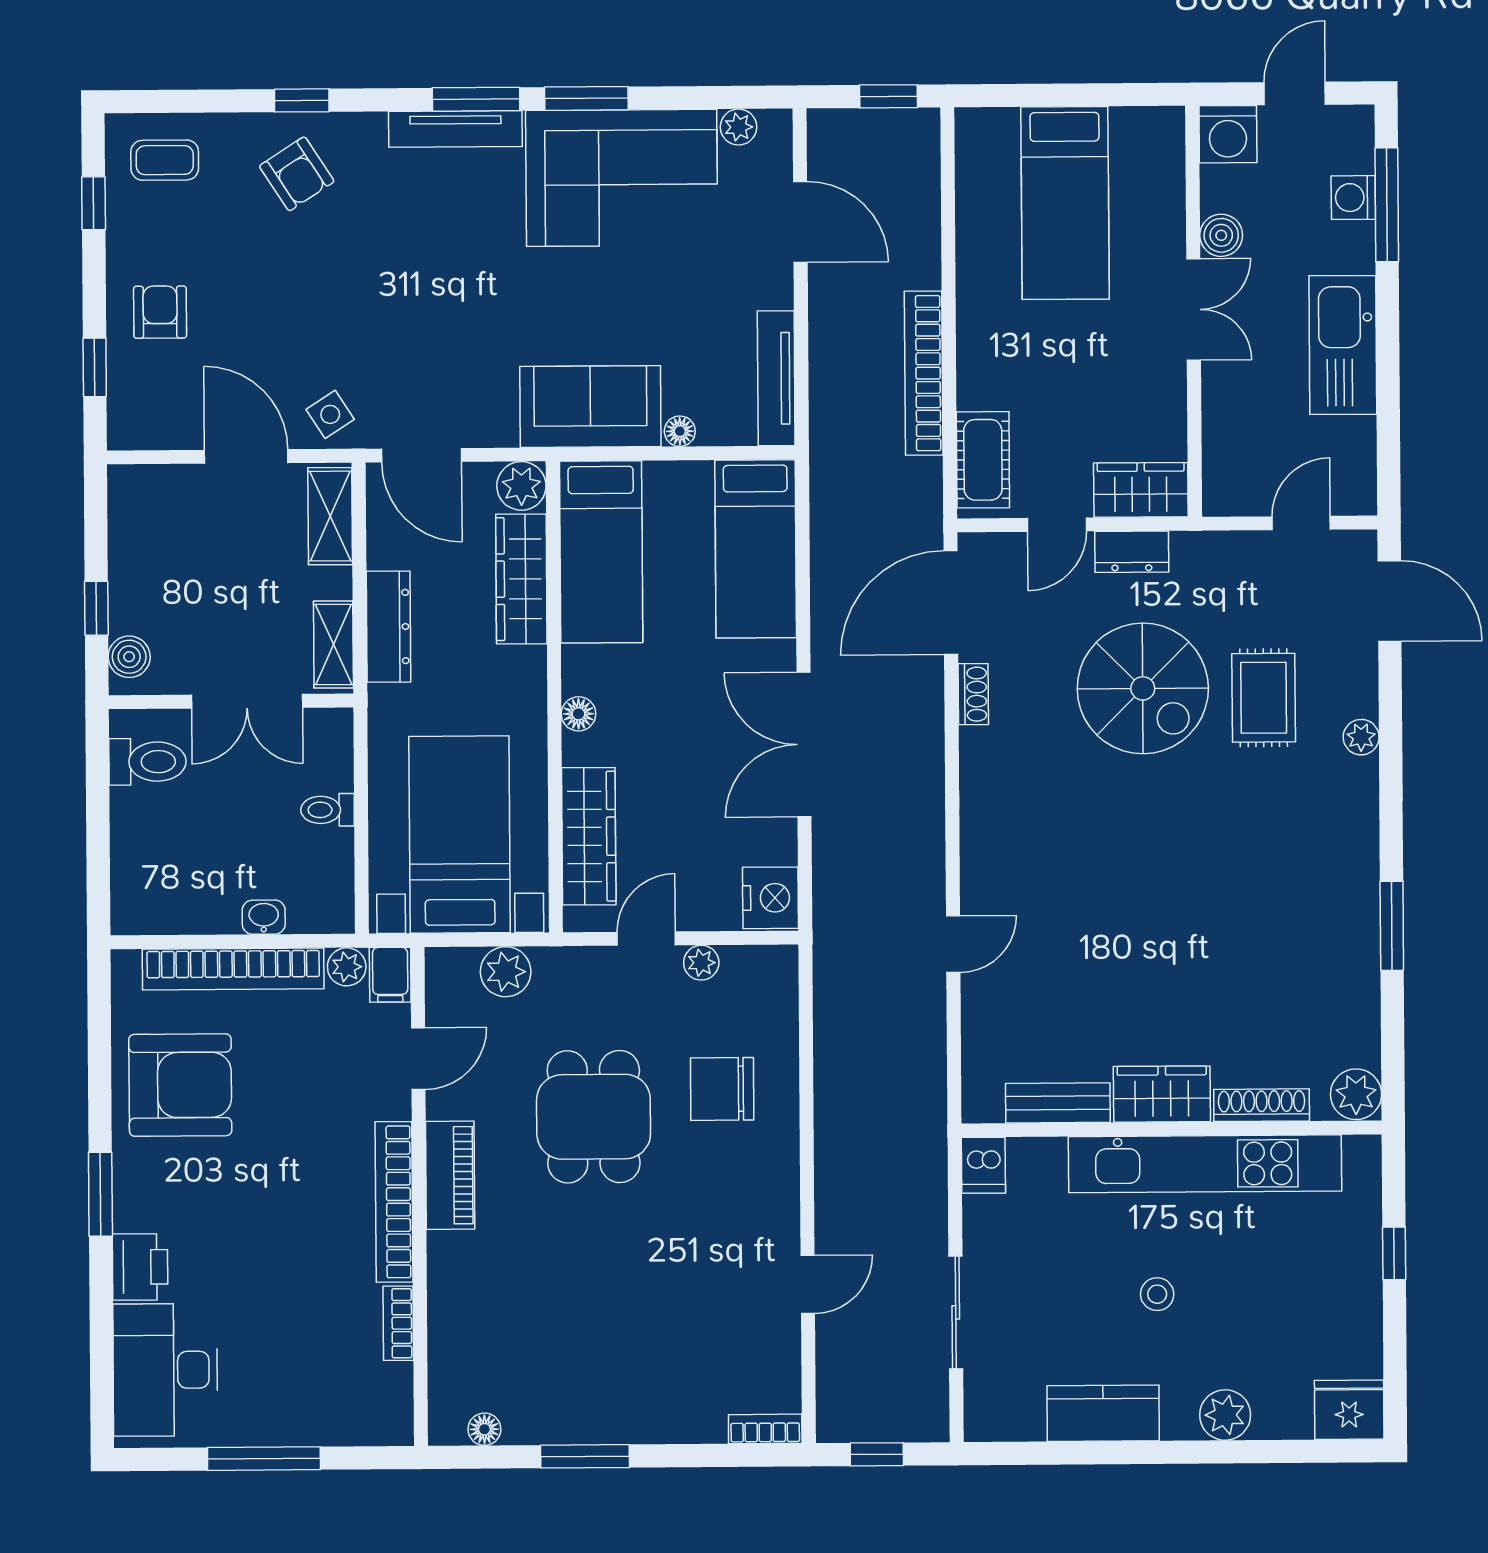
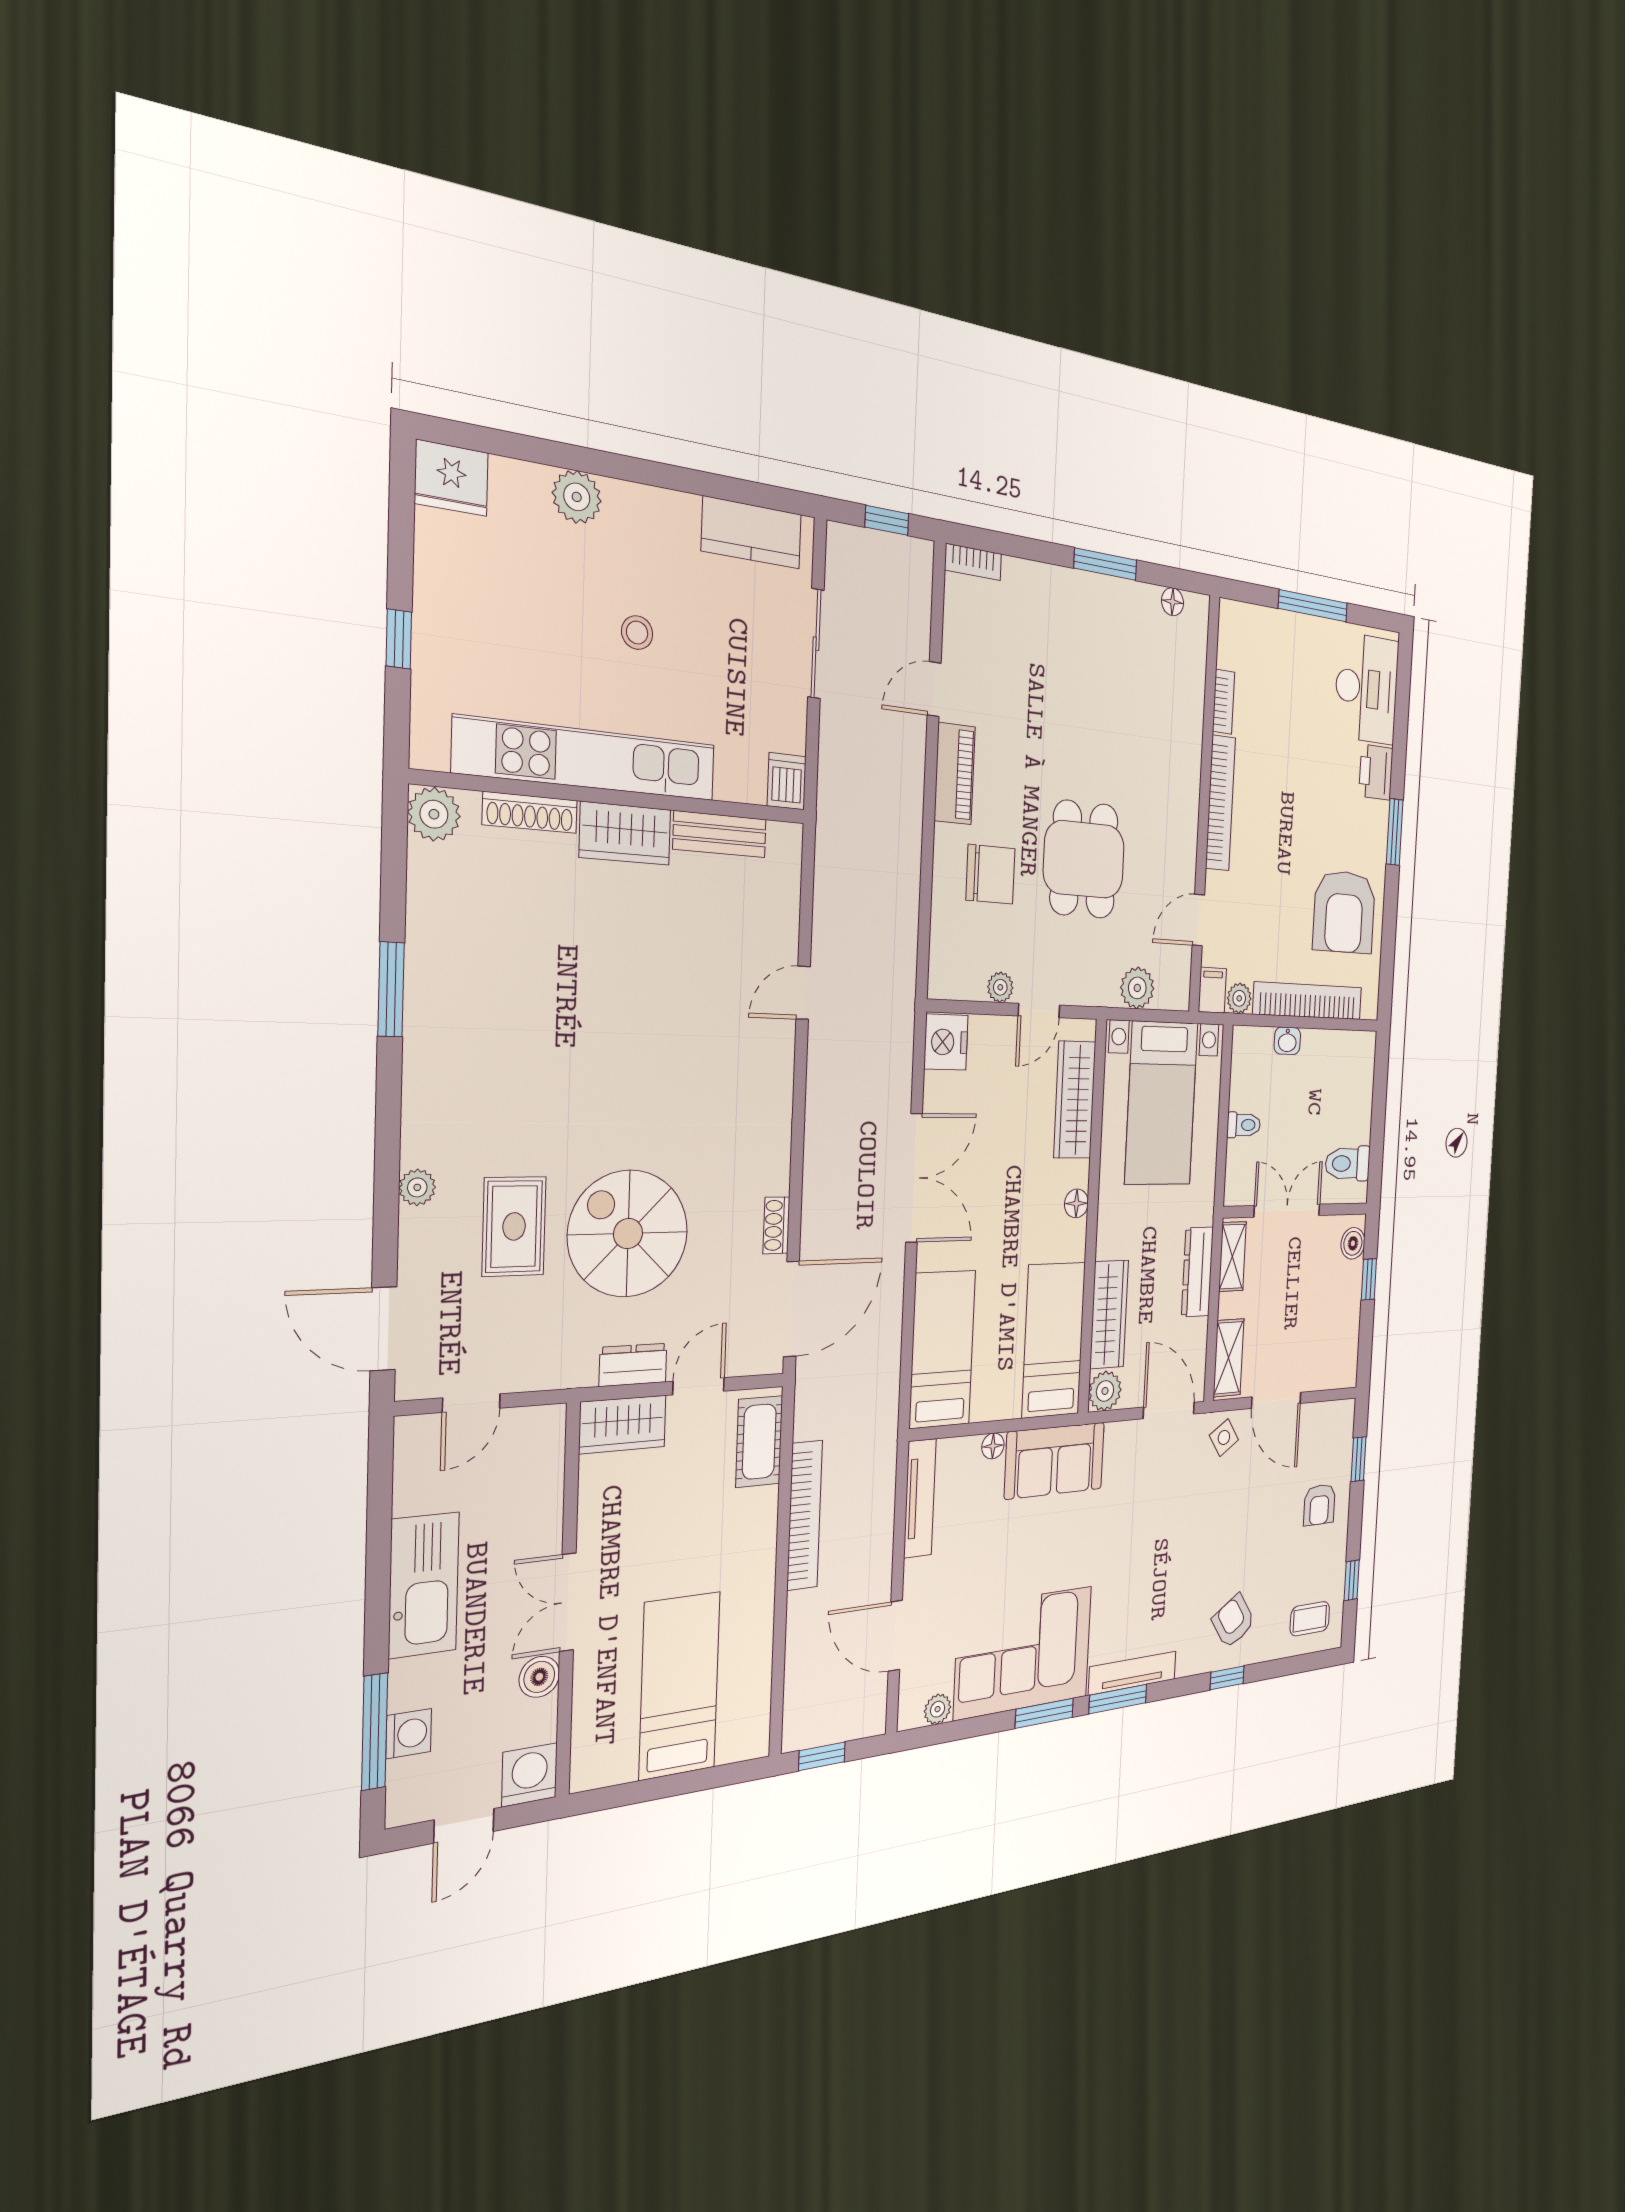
armchair: (180, 1085) -> (1344, 912), turned -90
piano: (450, 1175) -> (955, 774), moved, turned 180
kitchen counter: (1103, 1413) -> (752, 533), moved

